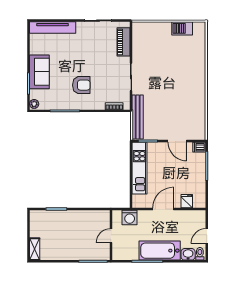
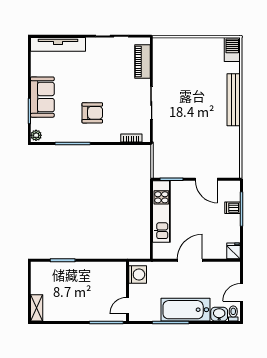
barbecue: (182, 28) -> (232, 50), moved, turned 90
bench: (138, 117) -> (234, 100), moved
dishwasher: (199, 147) -> (232, 208), moved
fridge: (187, 201) -> (233, 251), moved
washing machine: (130, 217) -> (138, 275), moved, turned -90
door: (111, 236) -> (127, 306), moved

